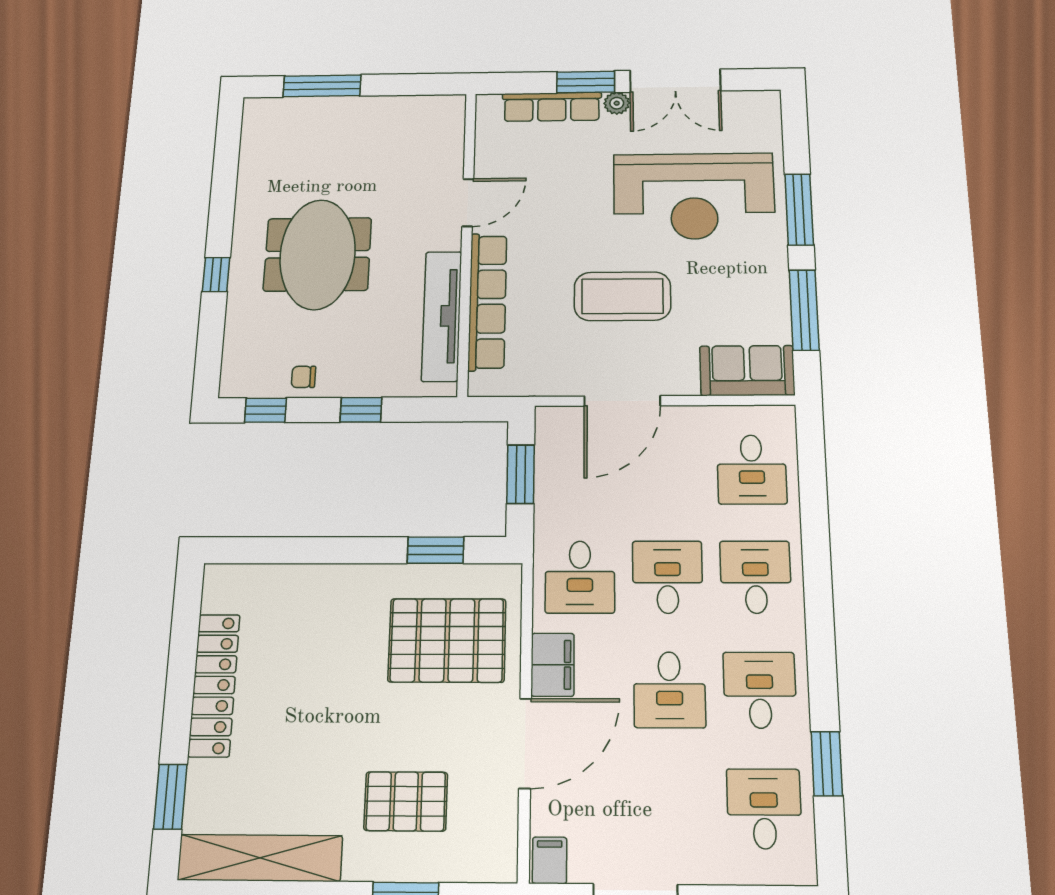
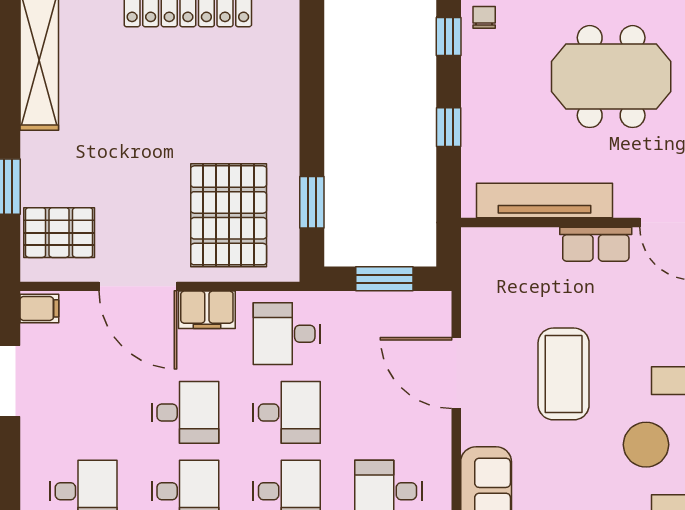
row of seats: (487, 301) -> (596, 244), width x0.50
chair: (303, 377) -> (484, 17), moved
desk: (669, 690) -> (185, 412), turned 180
pallet: (406, 801) -> (59, 233), moved, turned 90

